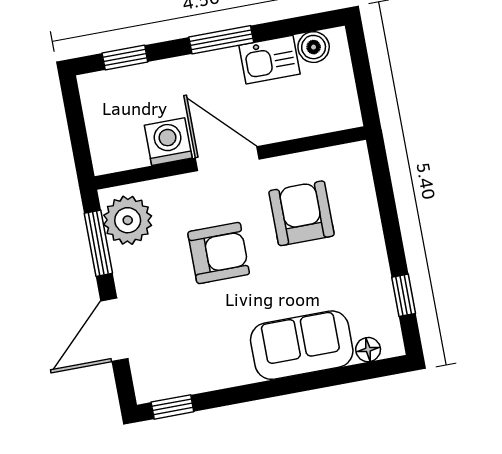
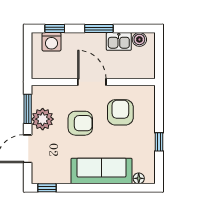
washing machine: (168, 142) -> (51, 42), moved, turned 180
plant: (128, 220) -> (43, 119), moved
window: (404, 295) -> (159, 142), moved
sofa: (302, 345) -> (102, 171), width x1.36

